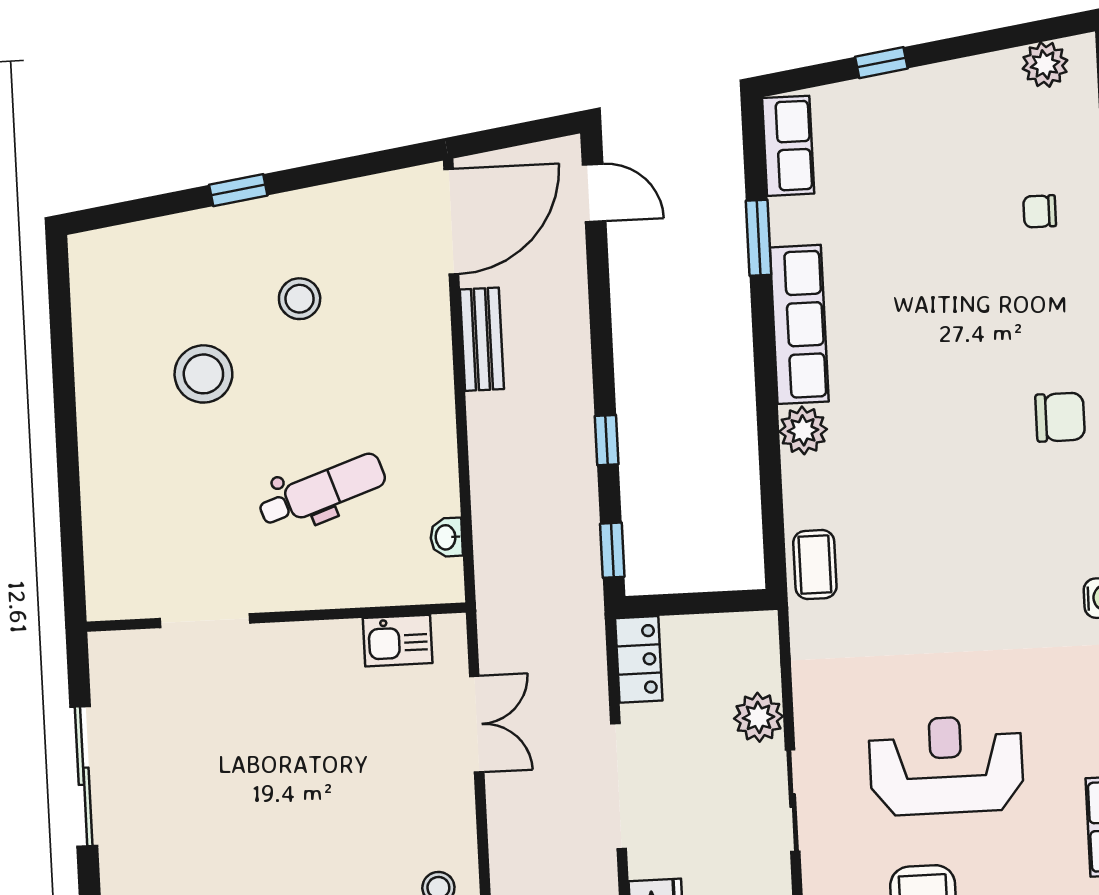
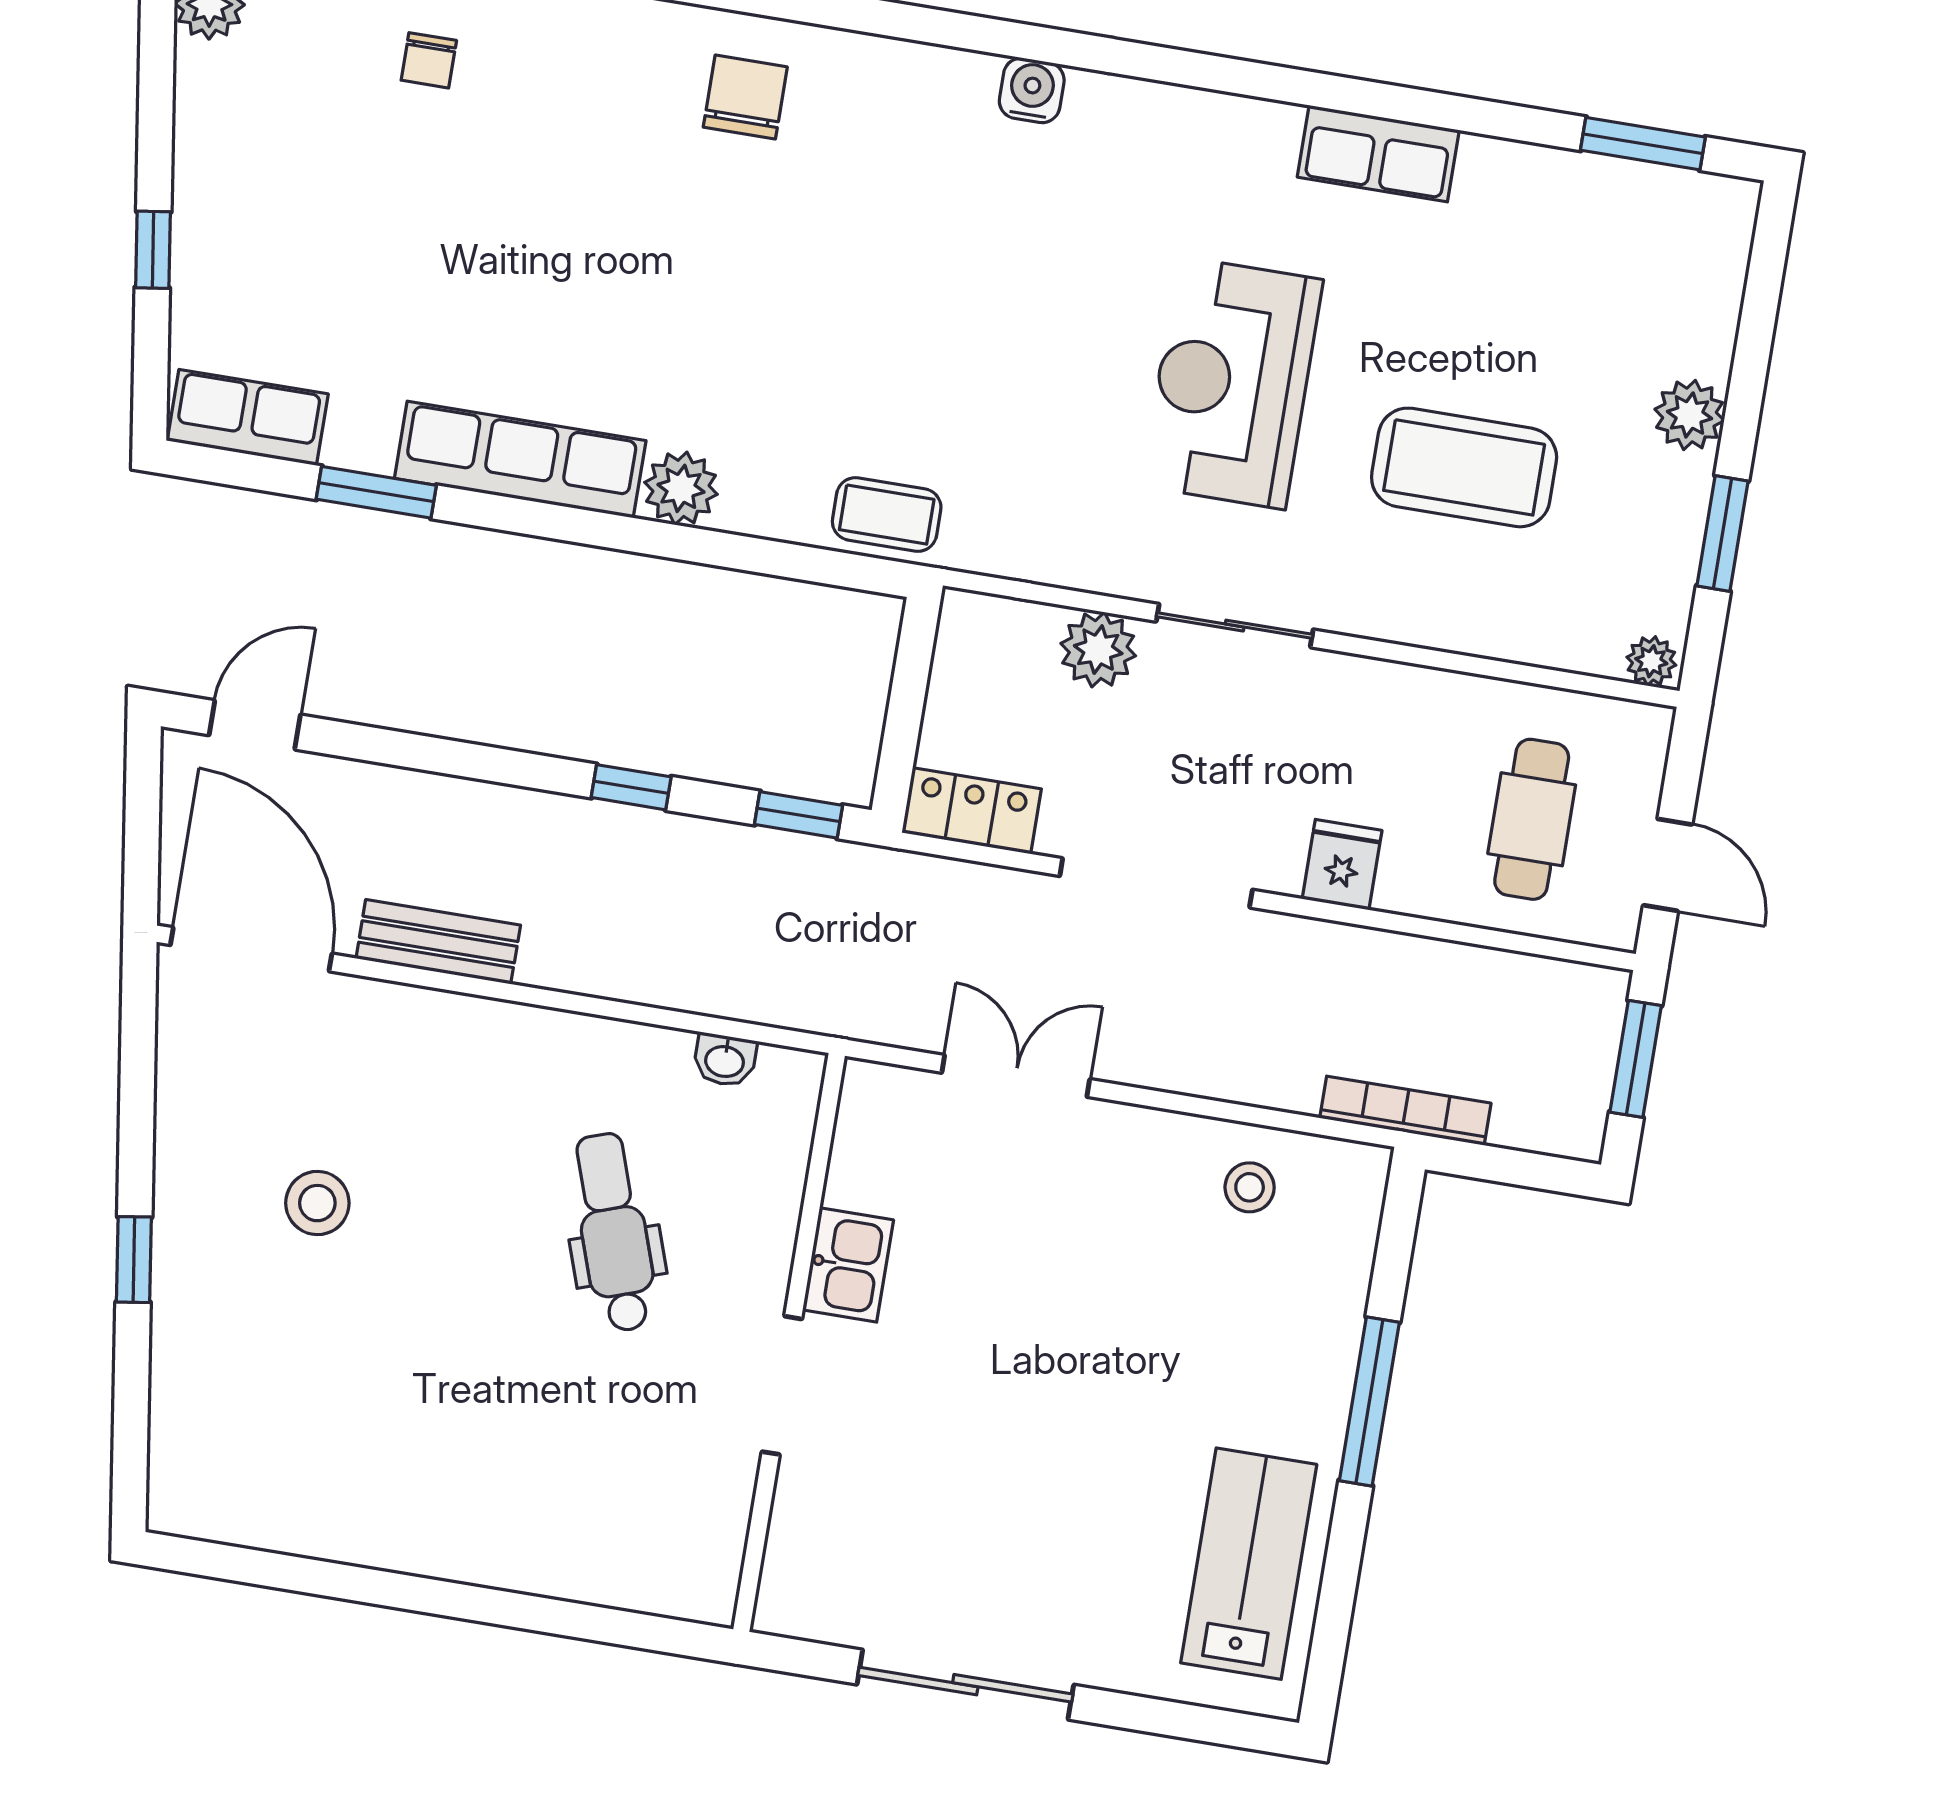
stool: (203, 374) -> (399, 1372), removed
doorway: (205, 621) -> (782, 1385), moved
kitchen sink: (398, 641) -> (848, 1265), moved

